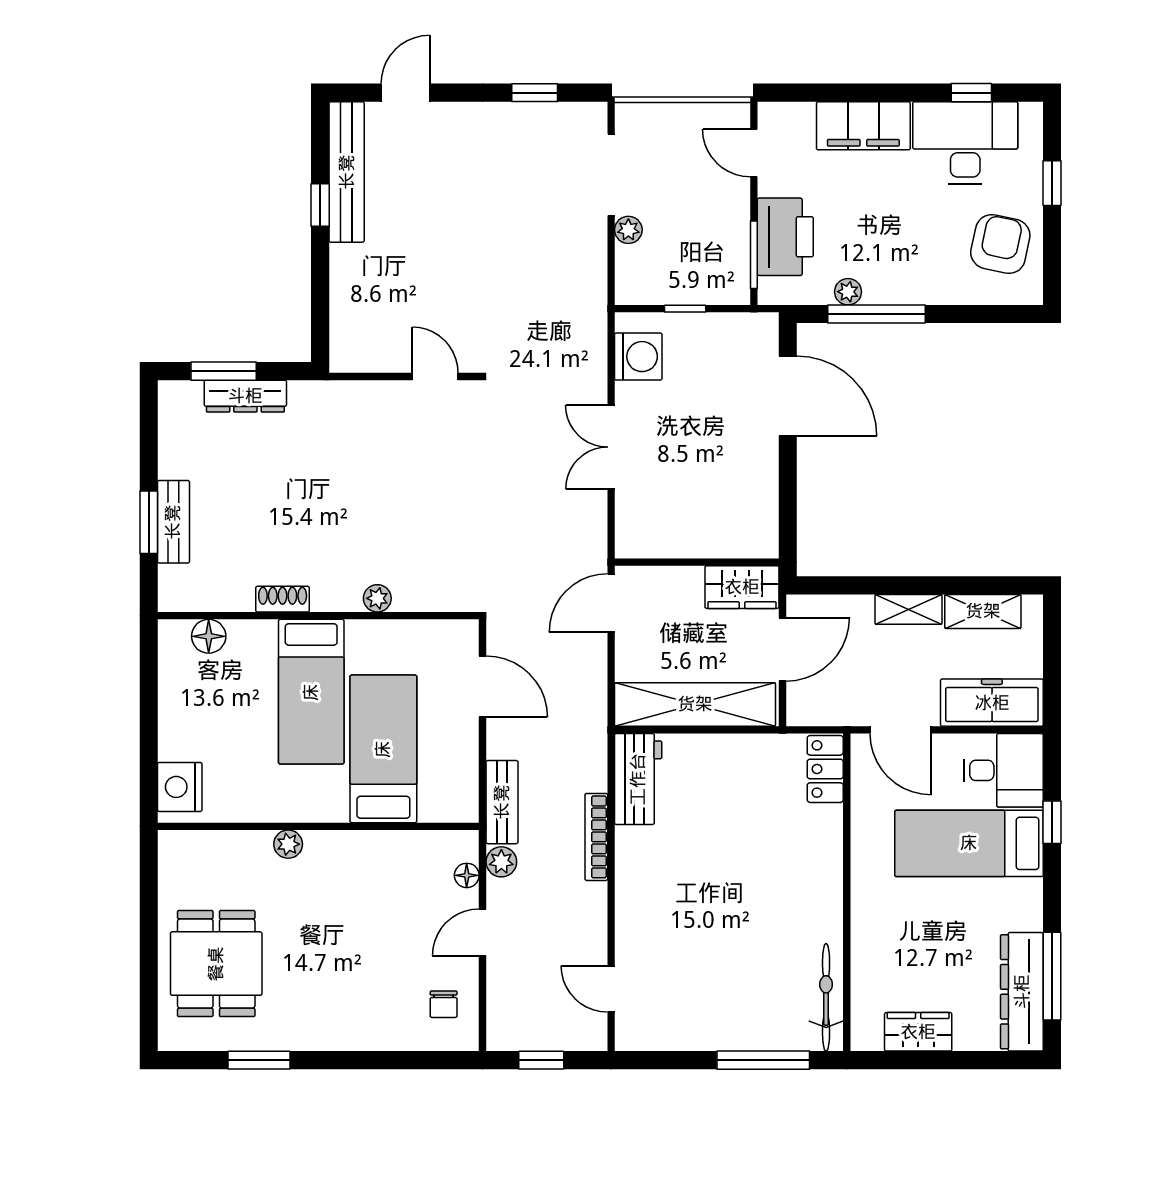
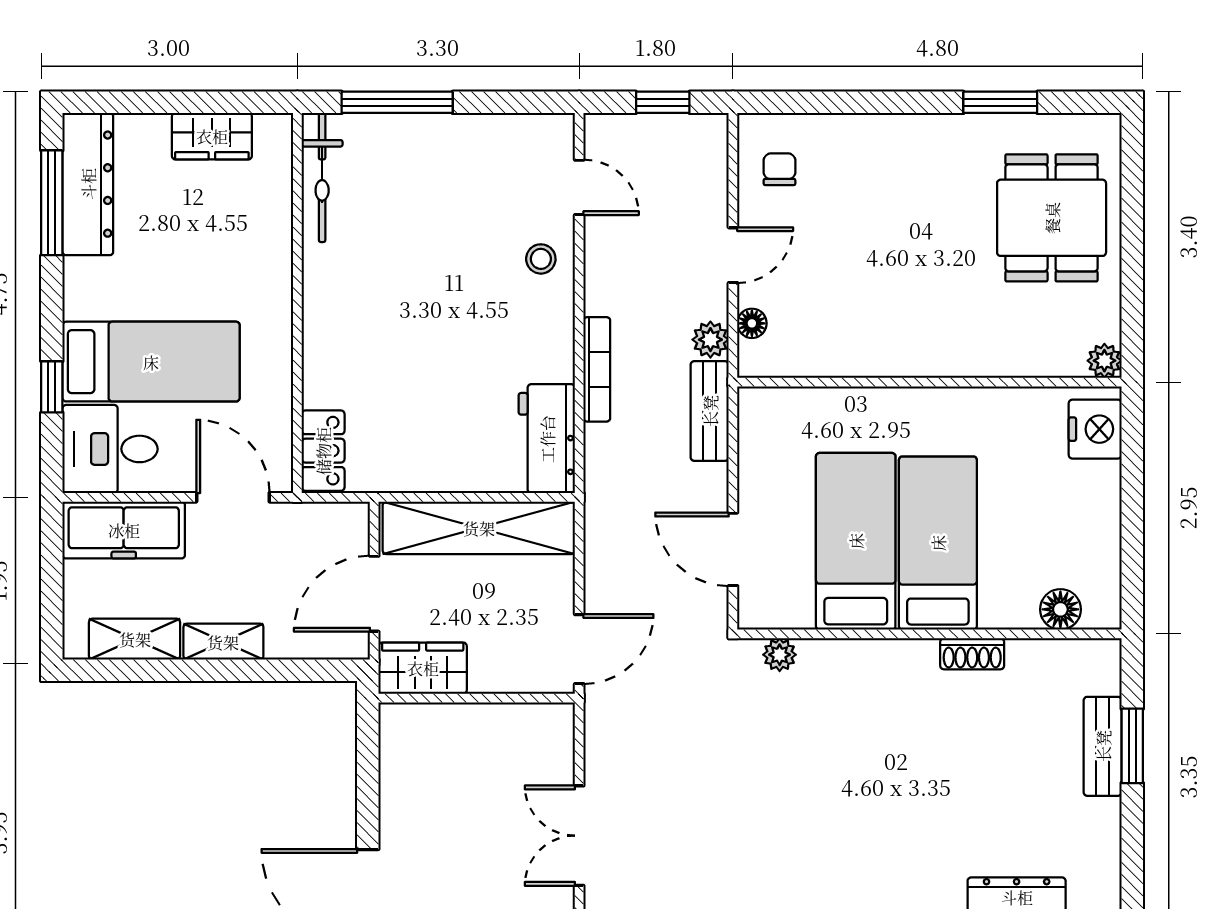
double door: (611, 447) -> (579, 836), swing flipped
plant: (377, 598) -> (780, 655), moved
bed: (383, 749) -> (856, 541), moved, turned 180
plant: (288, 844) -> (1104, 361), moved
stool: (643, 929) -> (541, 259), added

